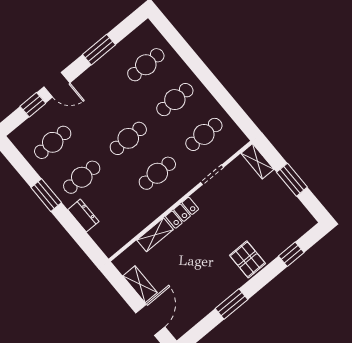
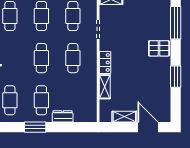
window: (291, 254) -> (176, 23), width x2.17

